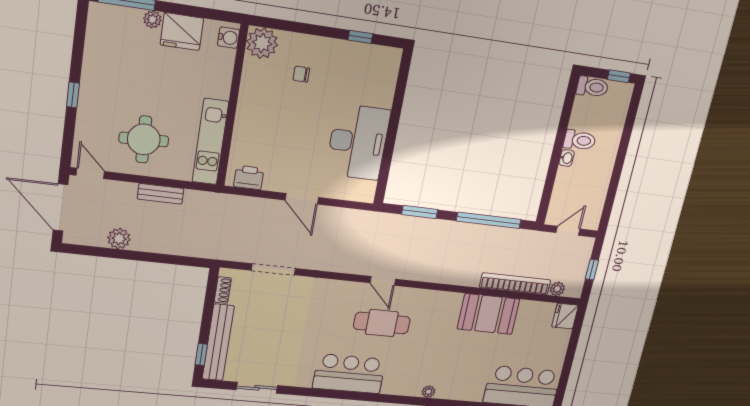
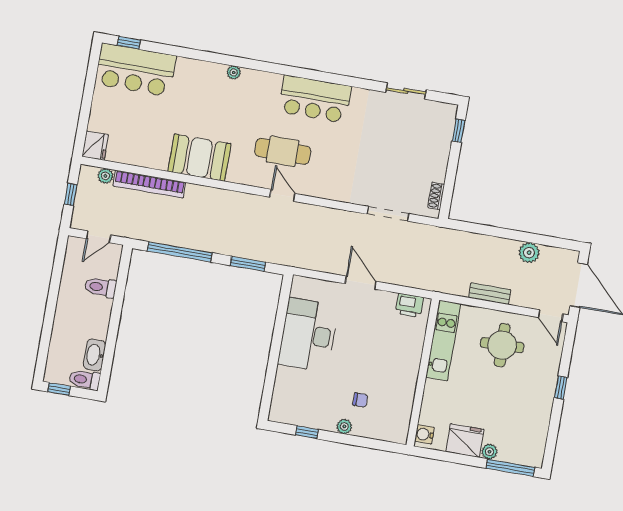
plant: (262, 43) -> (344, 427), moved, width x0.53, depth x0.53
toilet: (580, 140) -> (100, 287), moved
washbasin: (567, 158) -> (95, 355), moved, width x1.91, depth x1.45
booth: (488, 314) -> (199, 158), moved
bench: (218, 343) -> (442, 142), removed

